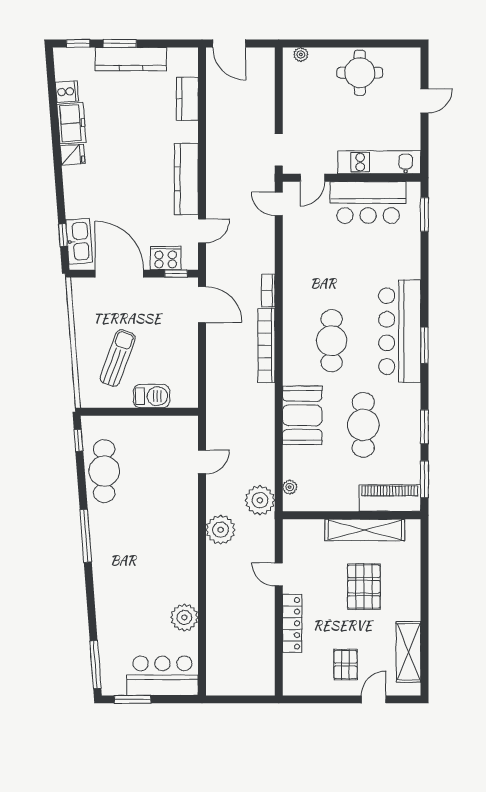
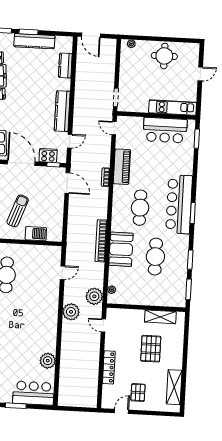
door: (313, 178) -> (134, 114), removed
bookcase: (266, 346) -> (101, 241), moved
piano: (390, 498) -> (122, 167), moved, turned 90
shelving: (365, 530) -> (160, 317), width x0.68
door: (279, 574) -> (103, 326), moved
door: (374, 699) -> (121, 411), moved

